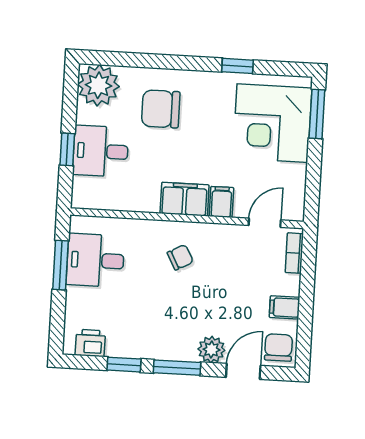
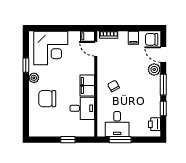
plant: (98, 85) -> (34, 78), moved, width x0.53, depth x0.53
chair: (161, 109) -> (47, 99), turned 90
window: (317, 114) -> (45, 28), removed
desk: (101, 151) -> (82, 108), moved, turned -90
filing cabinet: (221, 202) -> (88, 36), moved

